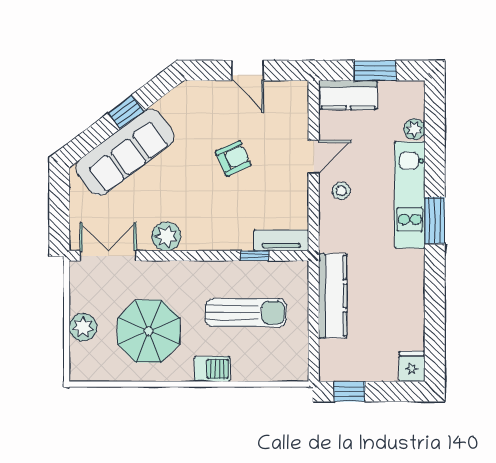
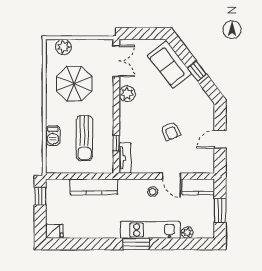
kitchen counter: (348, 95) -> (198, 187), moved, turned -90
sofa: (125, 152) -> (170, 64), width x0.73
plant: (83, 327) -> (64, 47), moved
barbecue: (212, 369) -> (53, 136), moved

